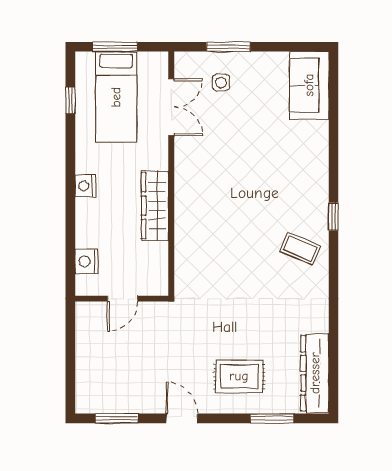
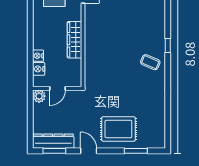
nightstand: (85, 186) -> (38, 56), moved
plant: (87, 314) -> (39, 96), added
dresser: (315, 373) -> (53, 141), moved, turned 90
rug: (239, 376) -> (118, 129), width x1.36, depth x1.43

